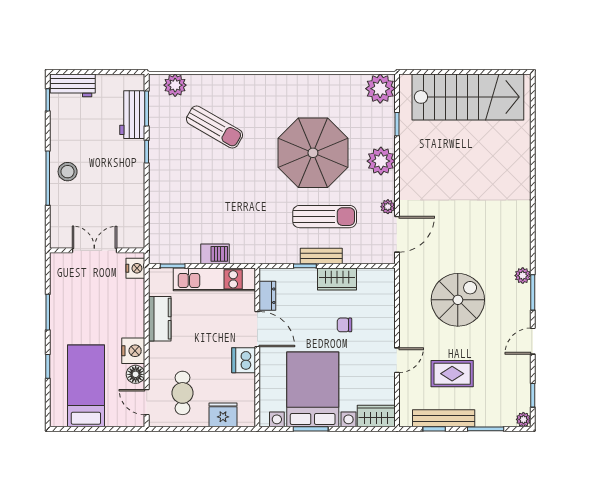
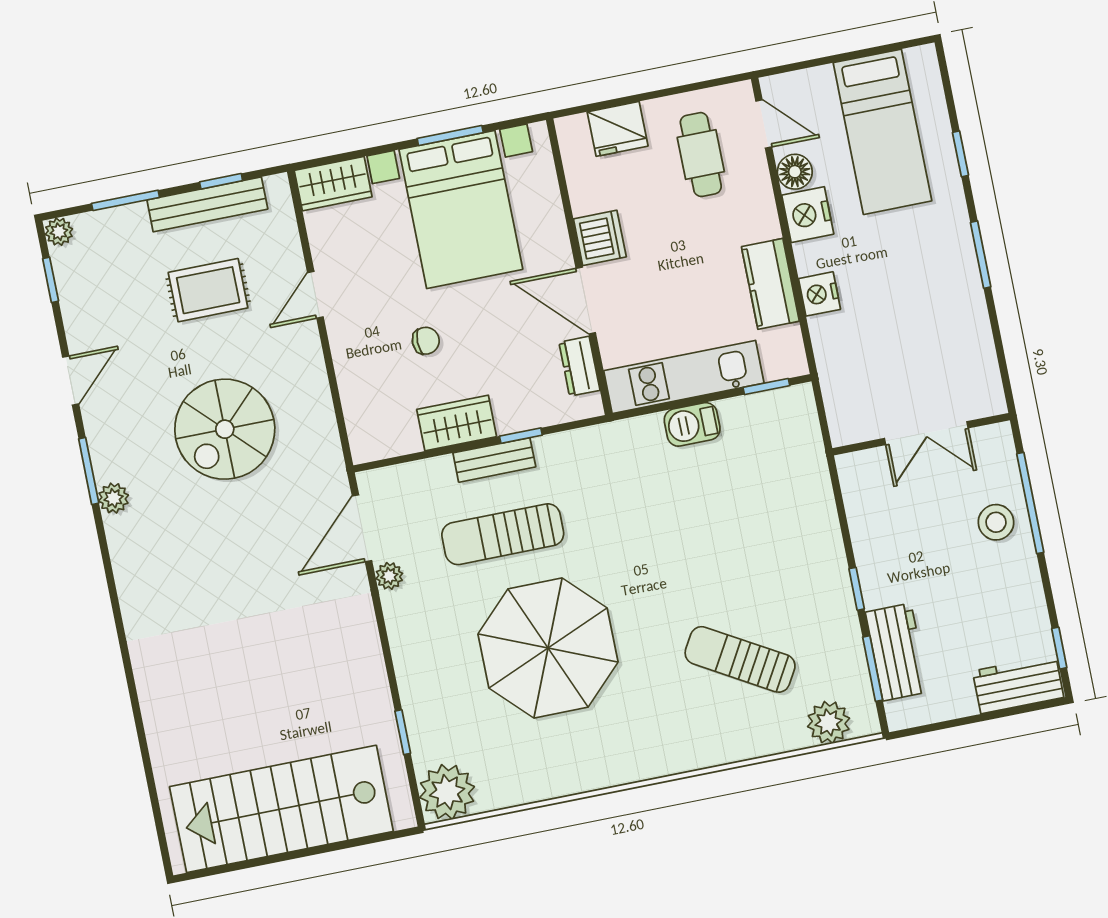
plant: (381, 161) -> (419, 658), removed
double door: (94, 250) -> (926, 433), moved
wall: (97, 250) -> (921, 434), moved
nightstand: (135, 268) -> (819, 294), moved

